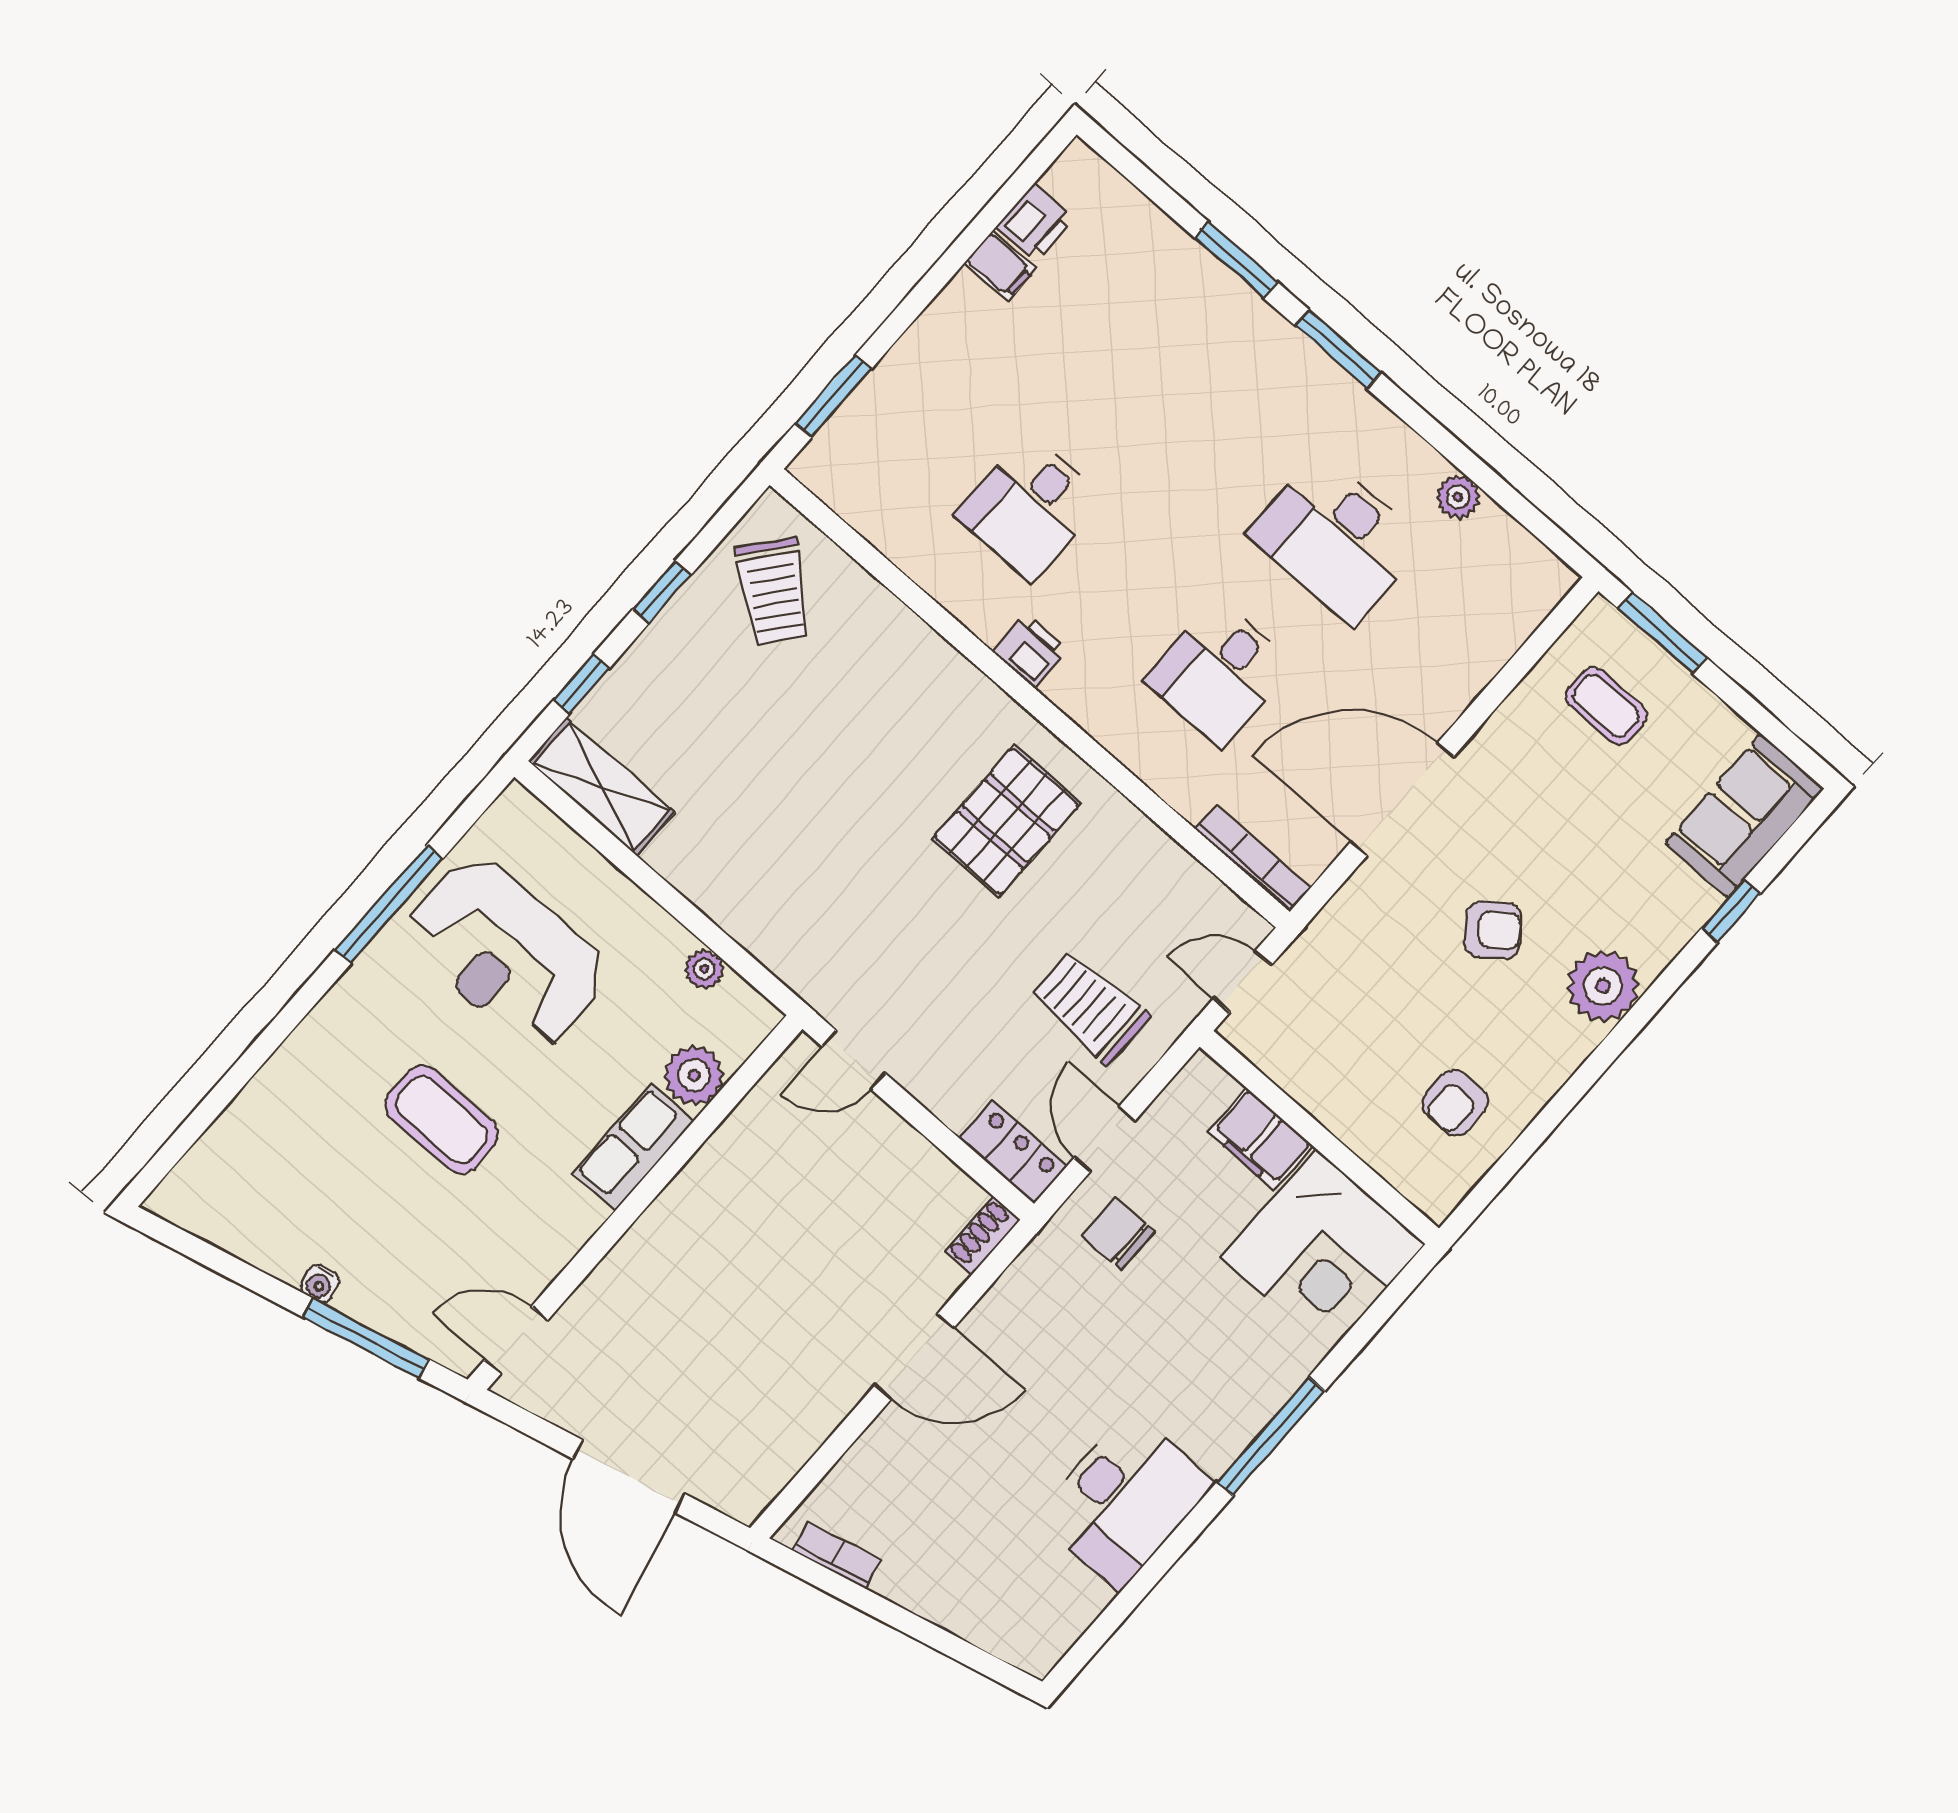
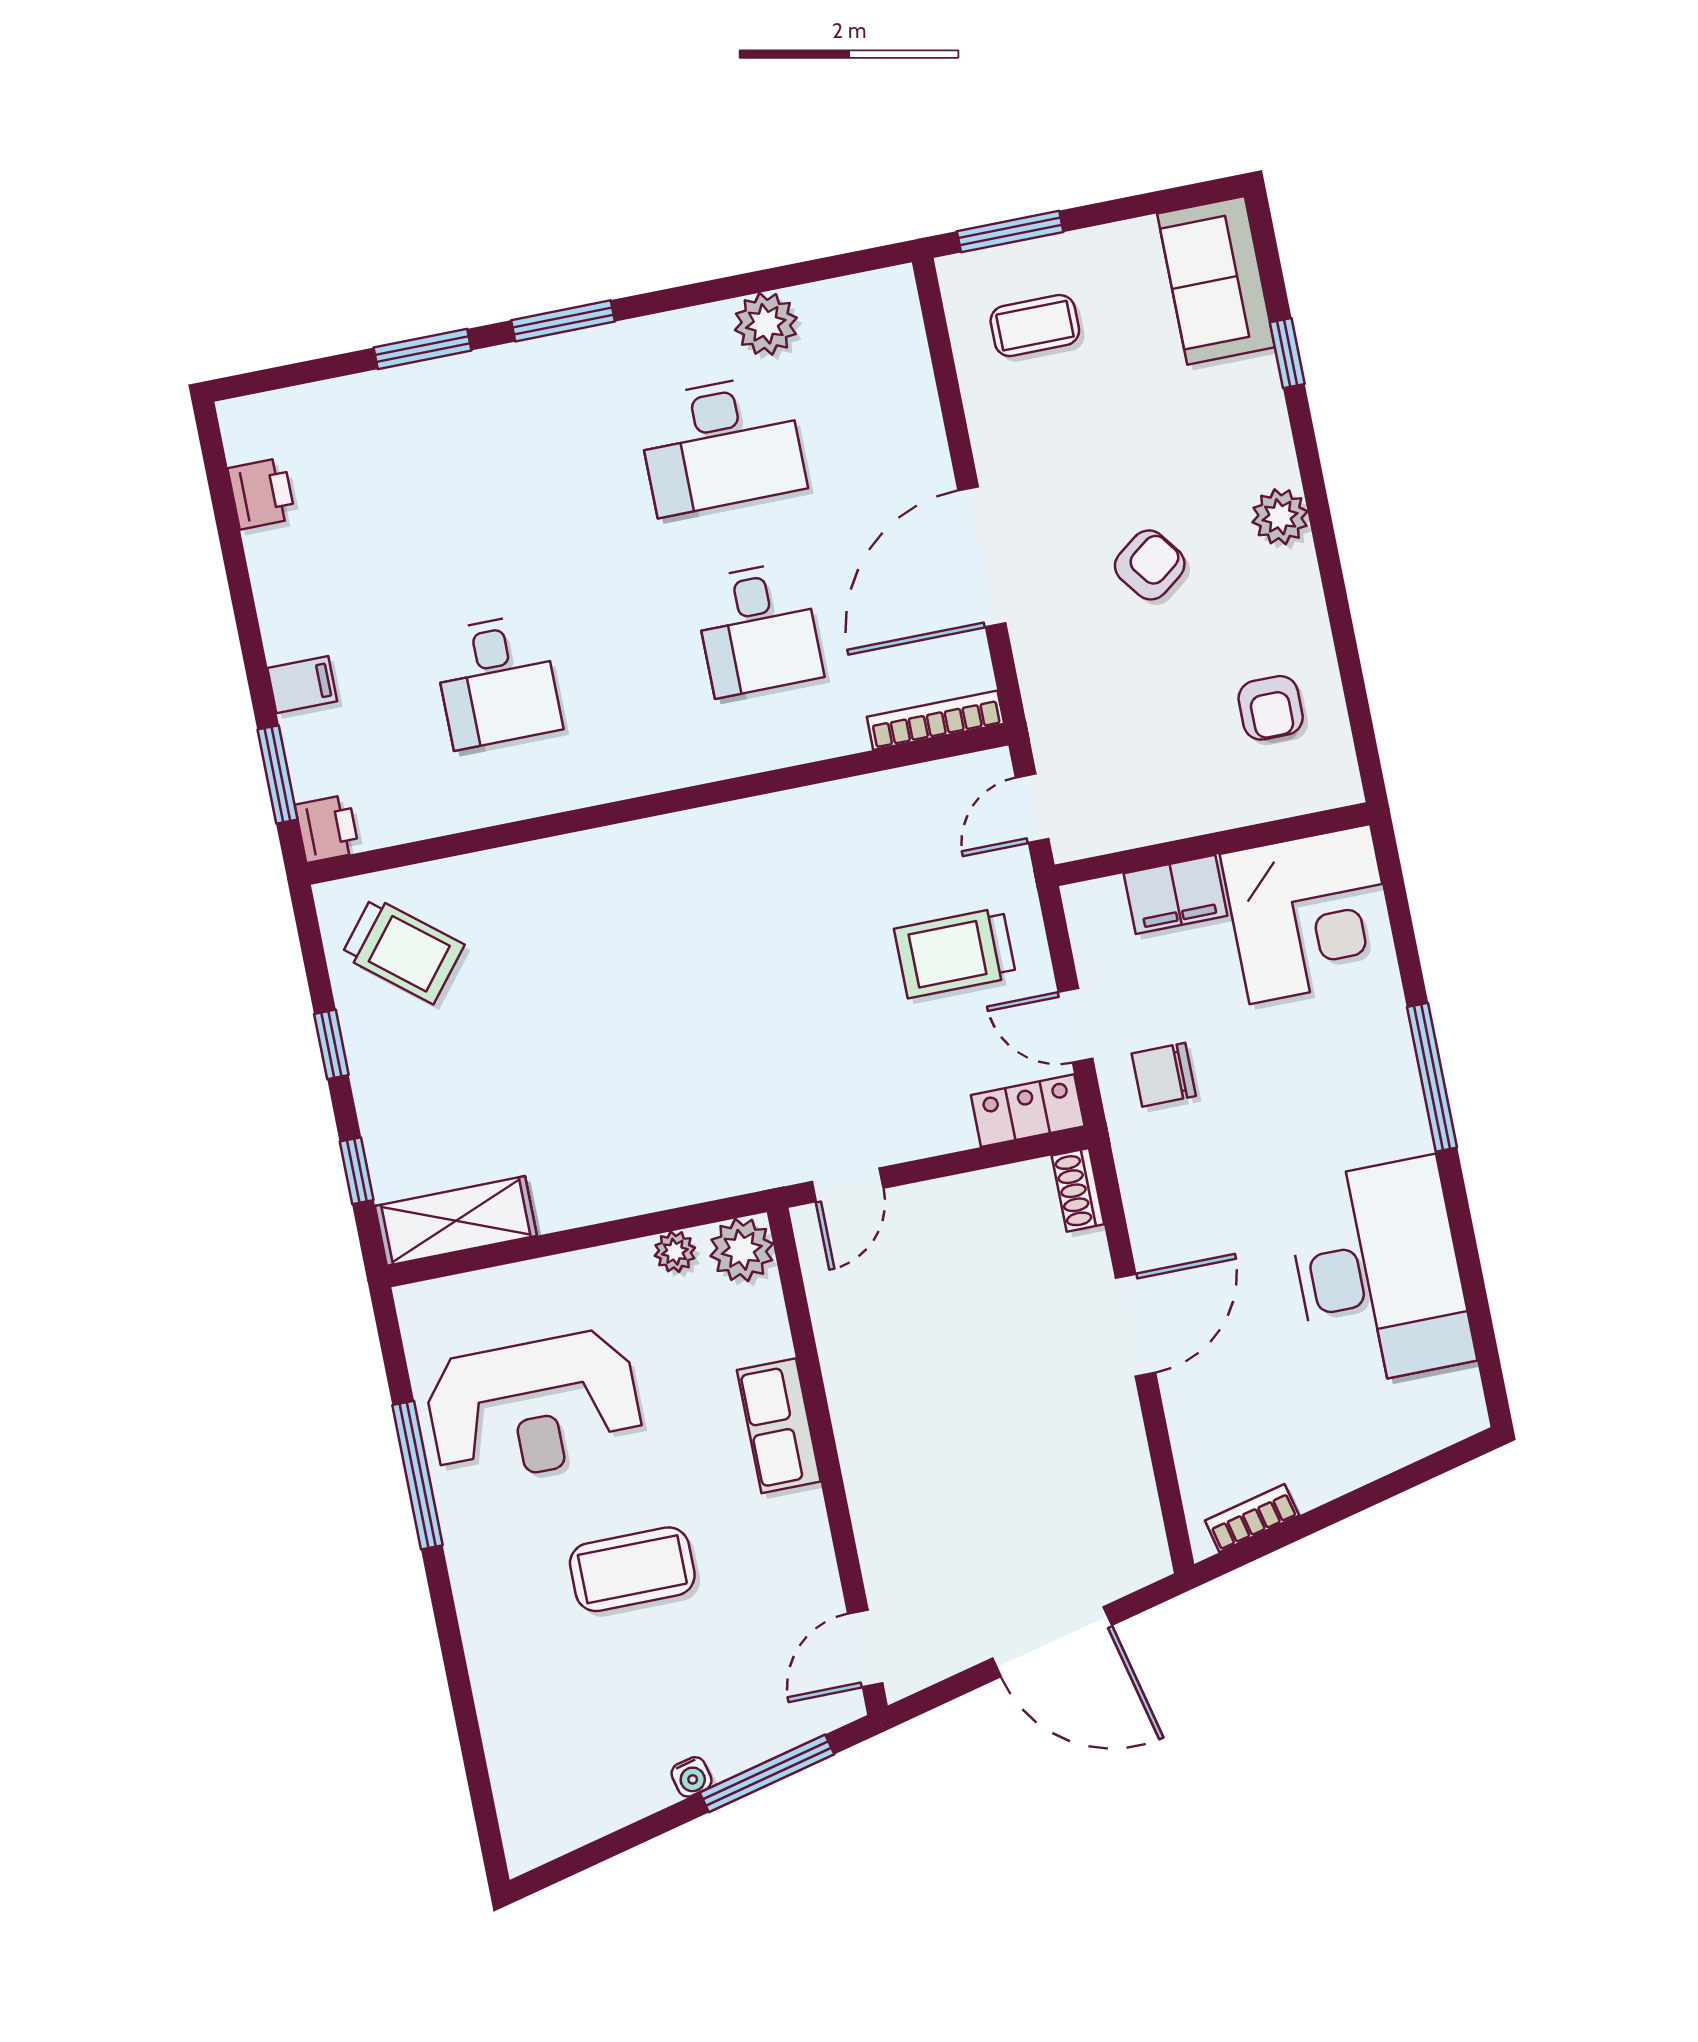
filing cabinet: (1000, 266) -> (302, 685), moved
plant: (1458, 497) -> (766, 324), width x1.38, depth x1.38
printer: (1031, 651) -> (327, 829), moved, turned 90
pallet: (1006, 821) -> (745, 903), removed
plant: (1603, 986) -> (1280, 517), width x0.73, depth x0.73
plant: (694, 1075) -> (742, 1250), moved
desk: (1125, 1500) -> (1379, 1273), width x1.36, depth x1.30

